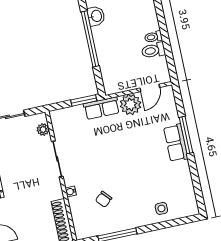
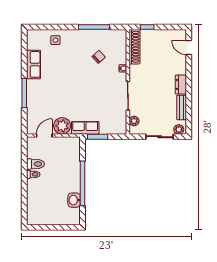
row of seats: (176, 143) -> (33, 64), moved

